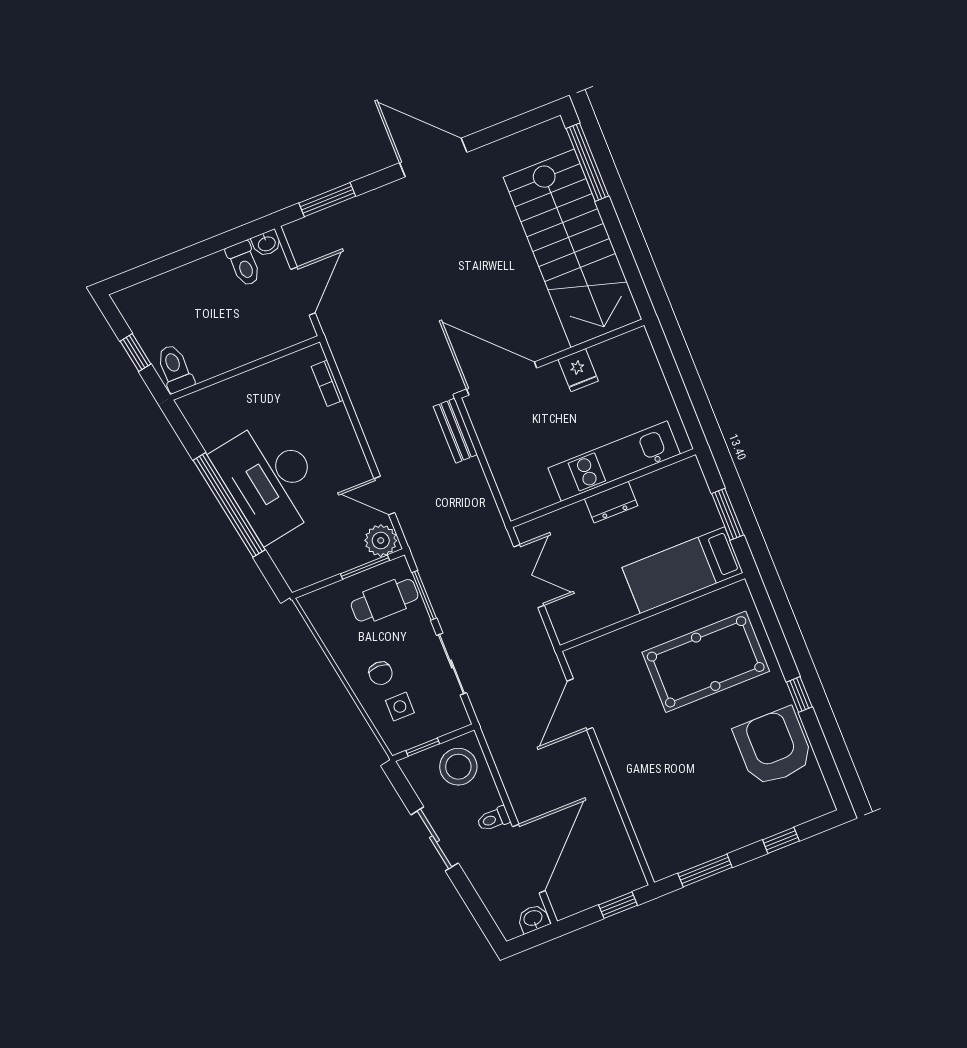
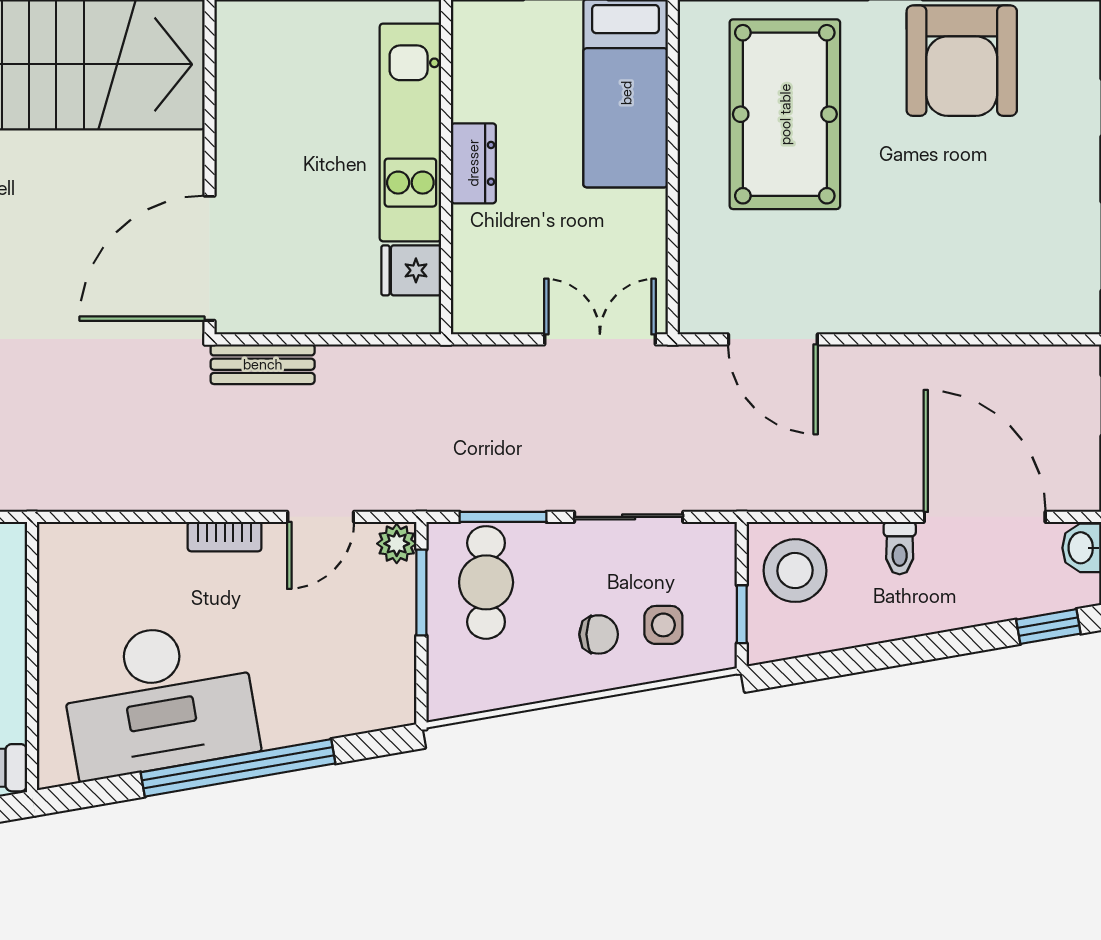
fridge: (578, 370) -> (411, 270), moved, turned 180
bookcase: (327, 383) -> (225, 537), moved
desk: (270, 480) -> (159, 699), moved
plant: (381, 541) -> (397, 544), width x0.73, depth x0.73
double door: (529, 576) -> (600, 339), moved
armchair: (773, 747) -> (962, 61), turned -90
sliding door: (435, 839) -> (894, 654), removed
window: (483, 917) -> (1048, 627), added

